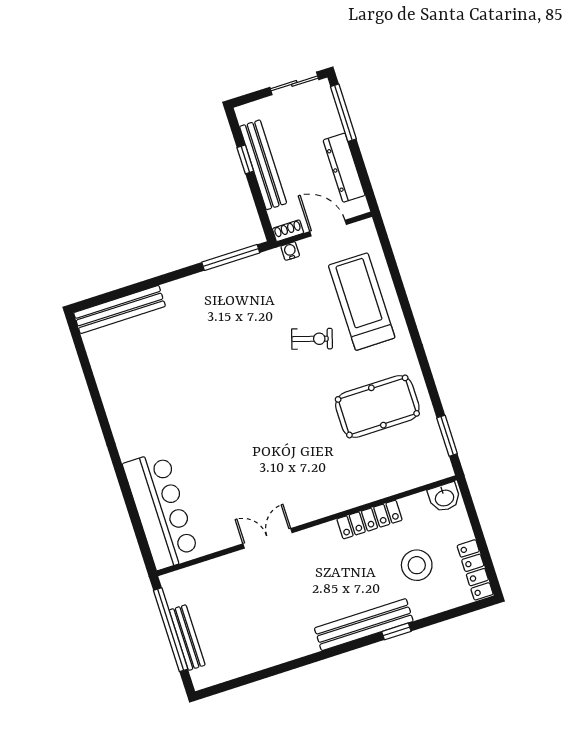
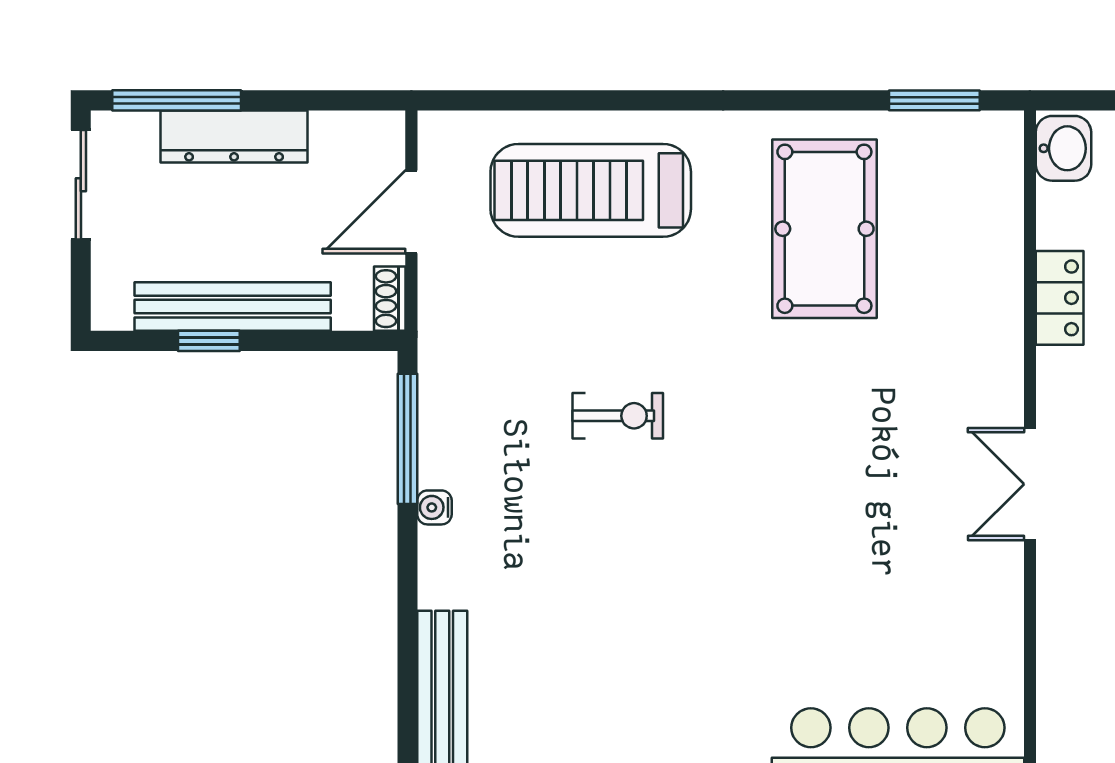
dresser: (344, 168) -> (234, 136), moved
water cooler: (290, 251) -> (434, 507), moved
exercise bike: (312, 339) -> (618, 416), moved, turned 73
locker: (370, 520) -> (1060, 298), width x0.66
double door: (268, 538) -> (1030, 484), moved

